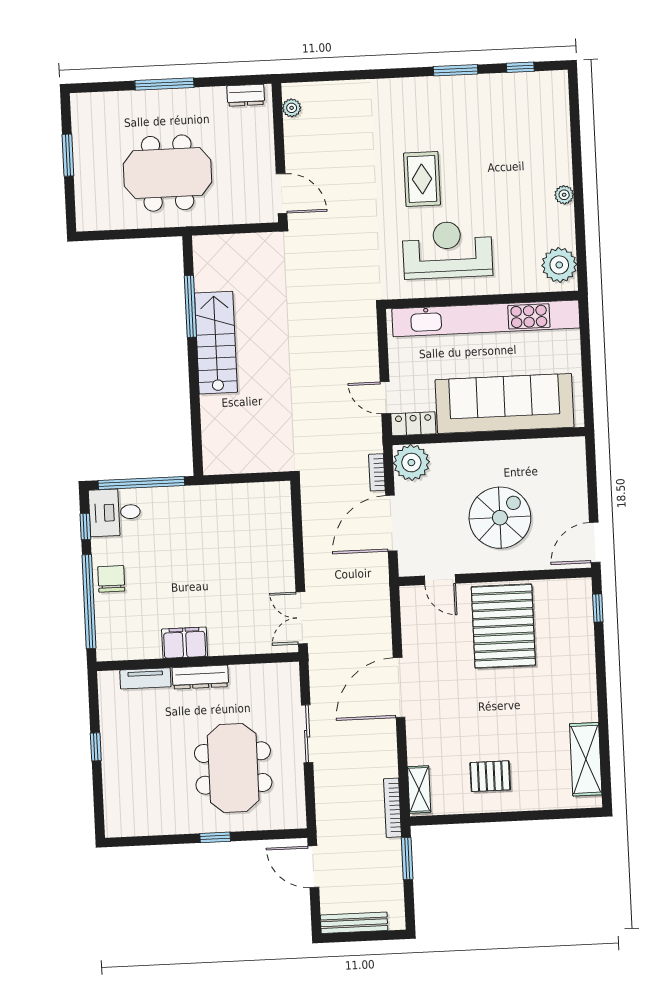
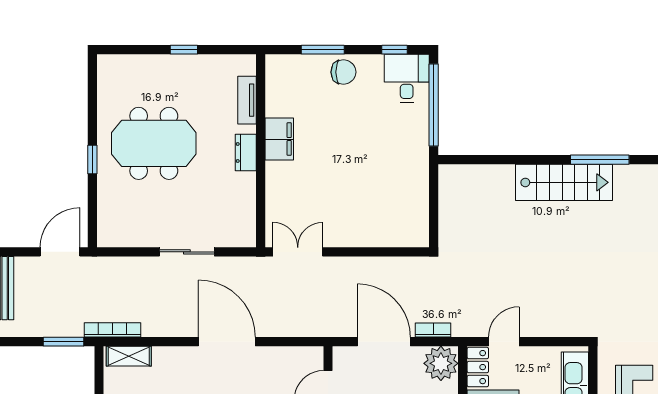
window: (89, 602) -> (323, 50), width x0.47
dresser: (200, 677) -> (246, 152), width x0.70
meeting table: (233, 768) -> (154, 143), moved

